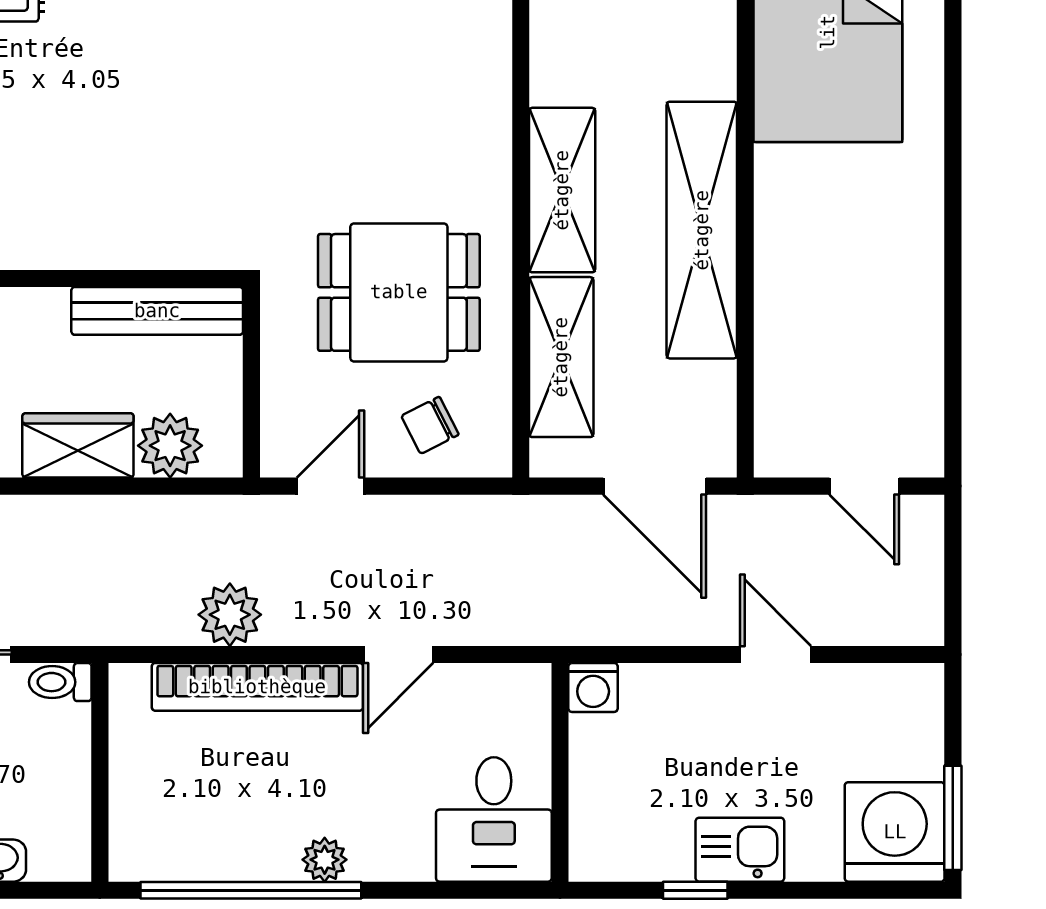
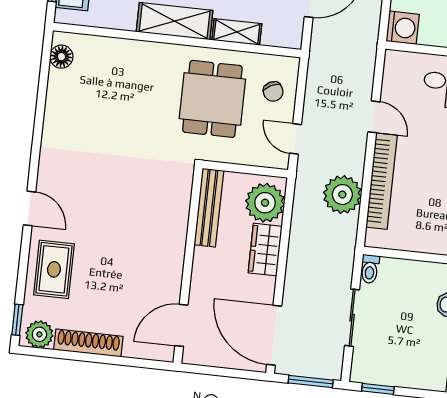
shelving: (561, 357) -> (237, 32), width x0.67, depth x0.75
plant: (170, 446) -> (265, 203), width x1.36, depth x1.36
plant: (230, 615) -> (342, 195), width x1.36, depth x1.36
washing machine: (593, 687) -> (403, 28), width x1.38, depth x1.38

